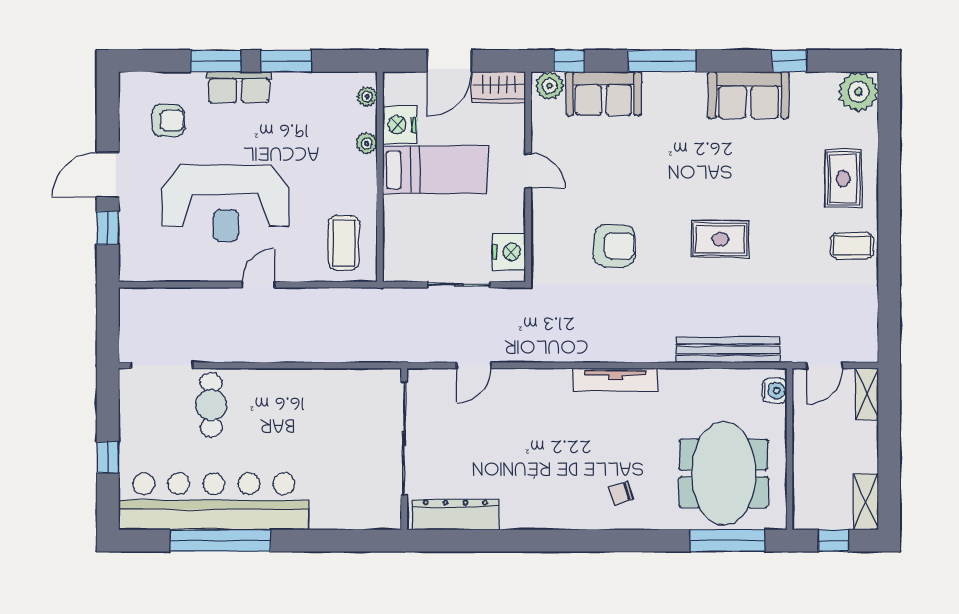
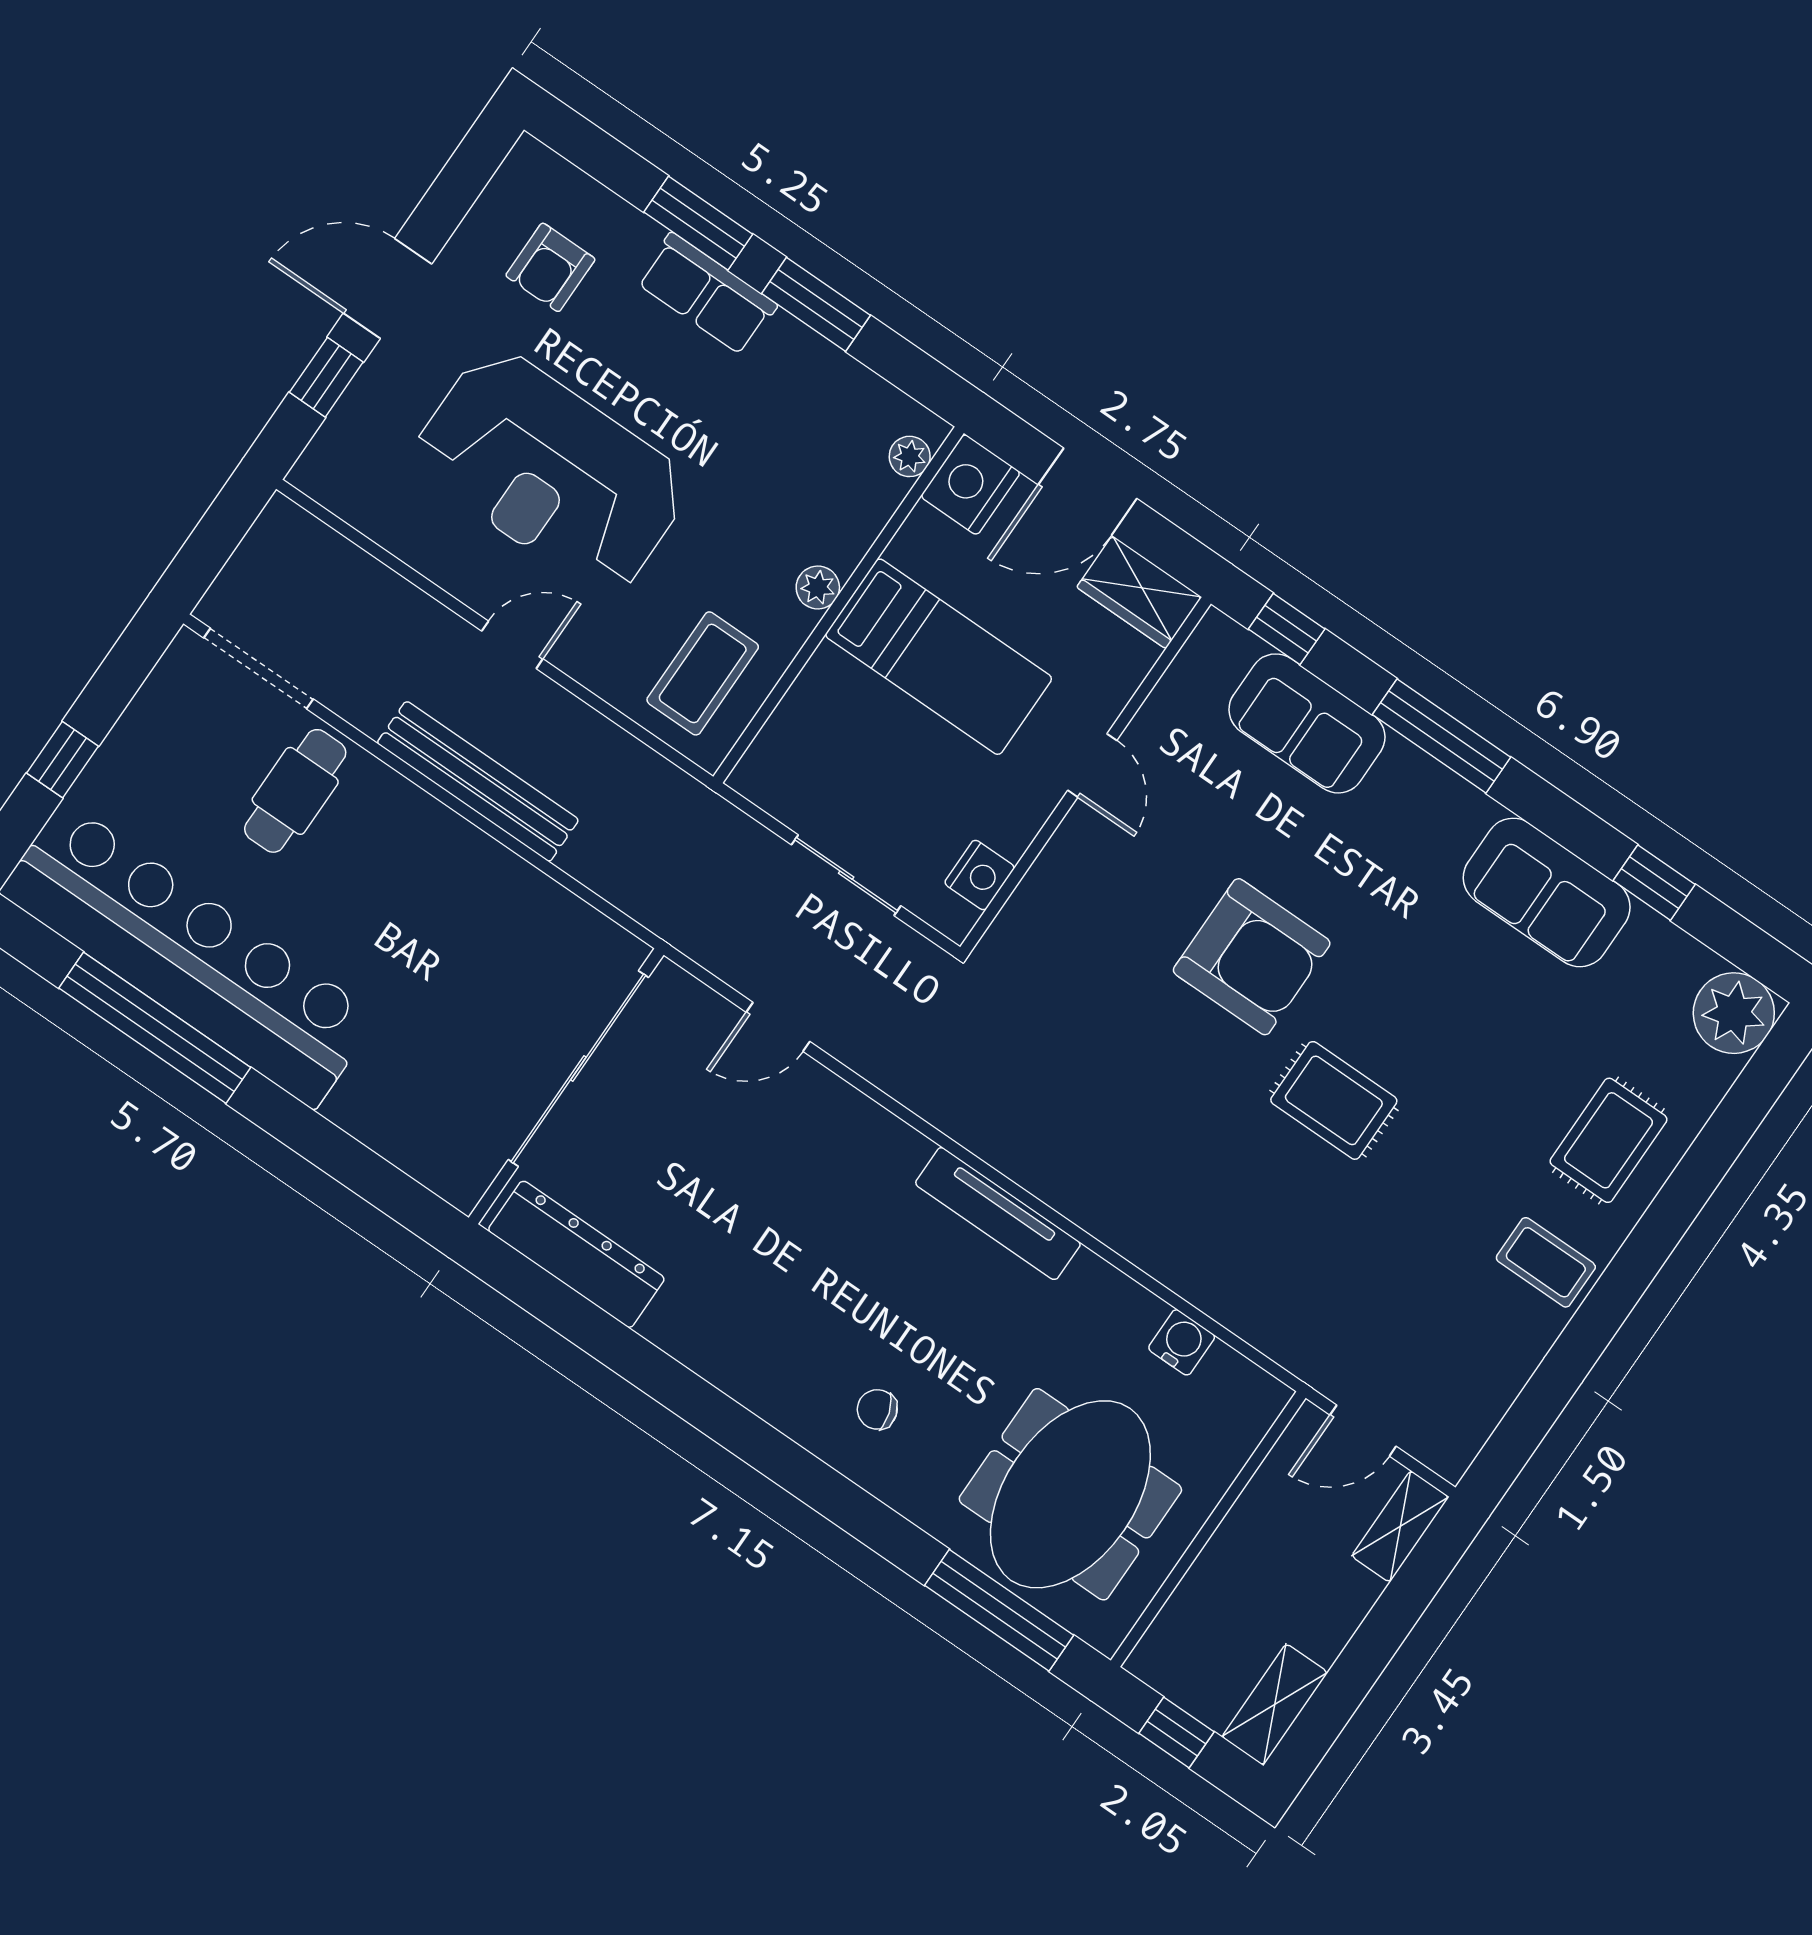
plant: (550, 86) -> (1226, 648), removed
armchair: (168, 120) -> (550, 267), turned 90
nightstand: (400, 125) -> (970, 484), moved
plant: (367, 143) -> (818, 587), moved
armchair: (614, 246) -> (1252, 957), moved, width x1.36, depth x1.36
nightstand: (509, 252) -> (979, 875), width x0.74, depth x0.75
bench: (728, 350) -> (478, 781), moved
water cooler: (774, 391) -> (1182, 1342), moved, turned -90

